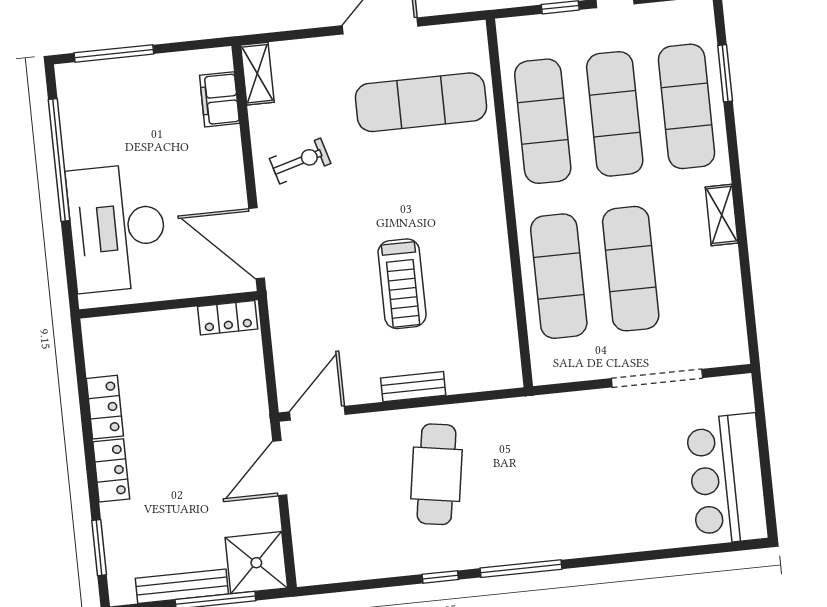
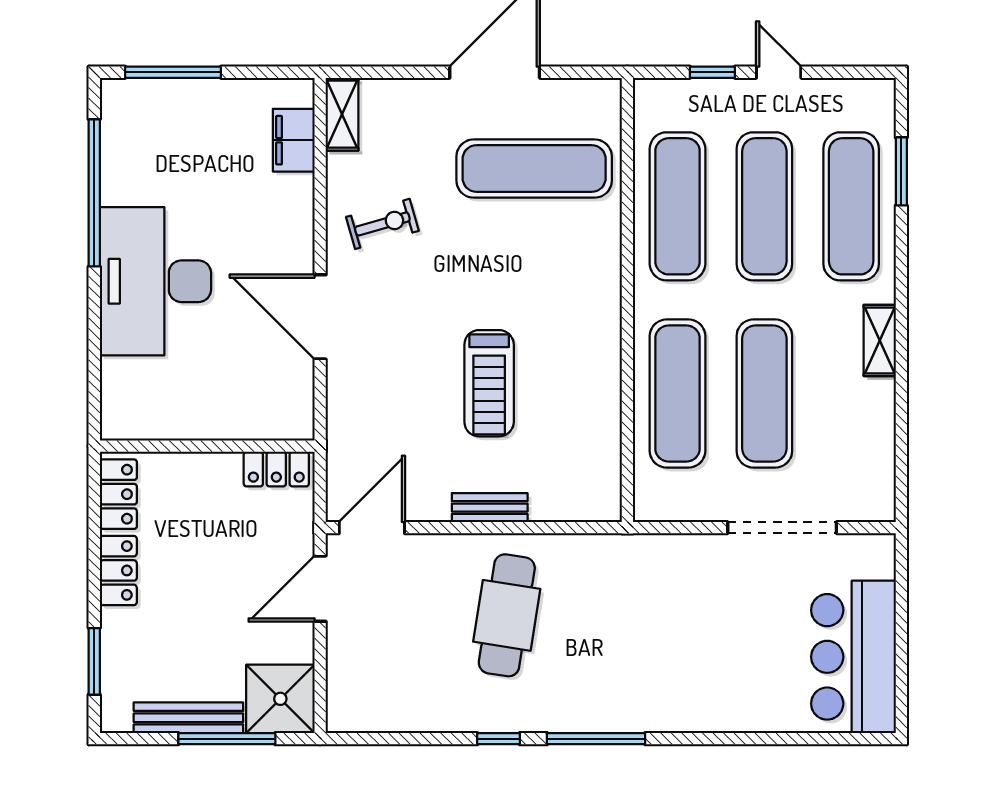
wall: (168, 305) -> (207, 446), moved
locker: (228, 318) -> (276, 469), moved

